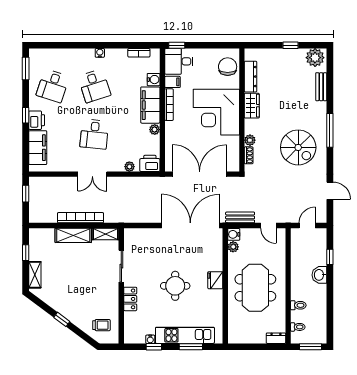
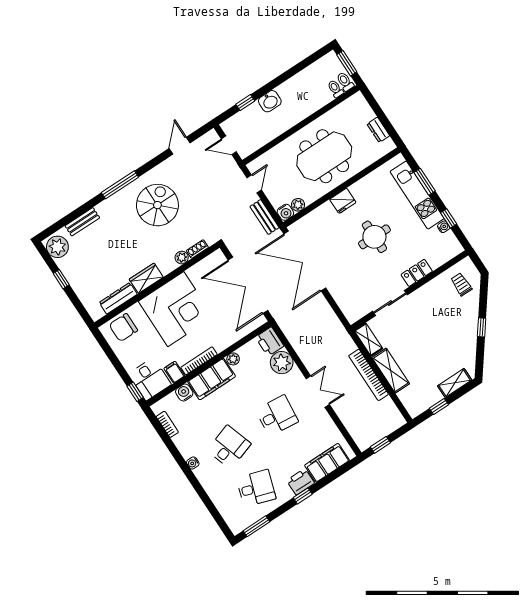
plant: (129, 167) -> (282, 363), width x1.88, depth x1.88
toilet: (298, 305) -> (345, 82), moved
dresser: (276, 338) -> (378, 130), moved

